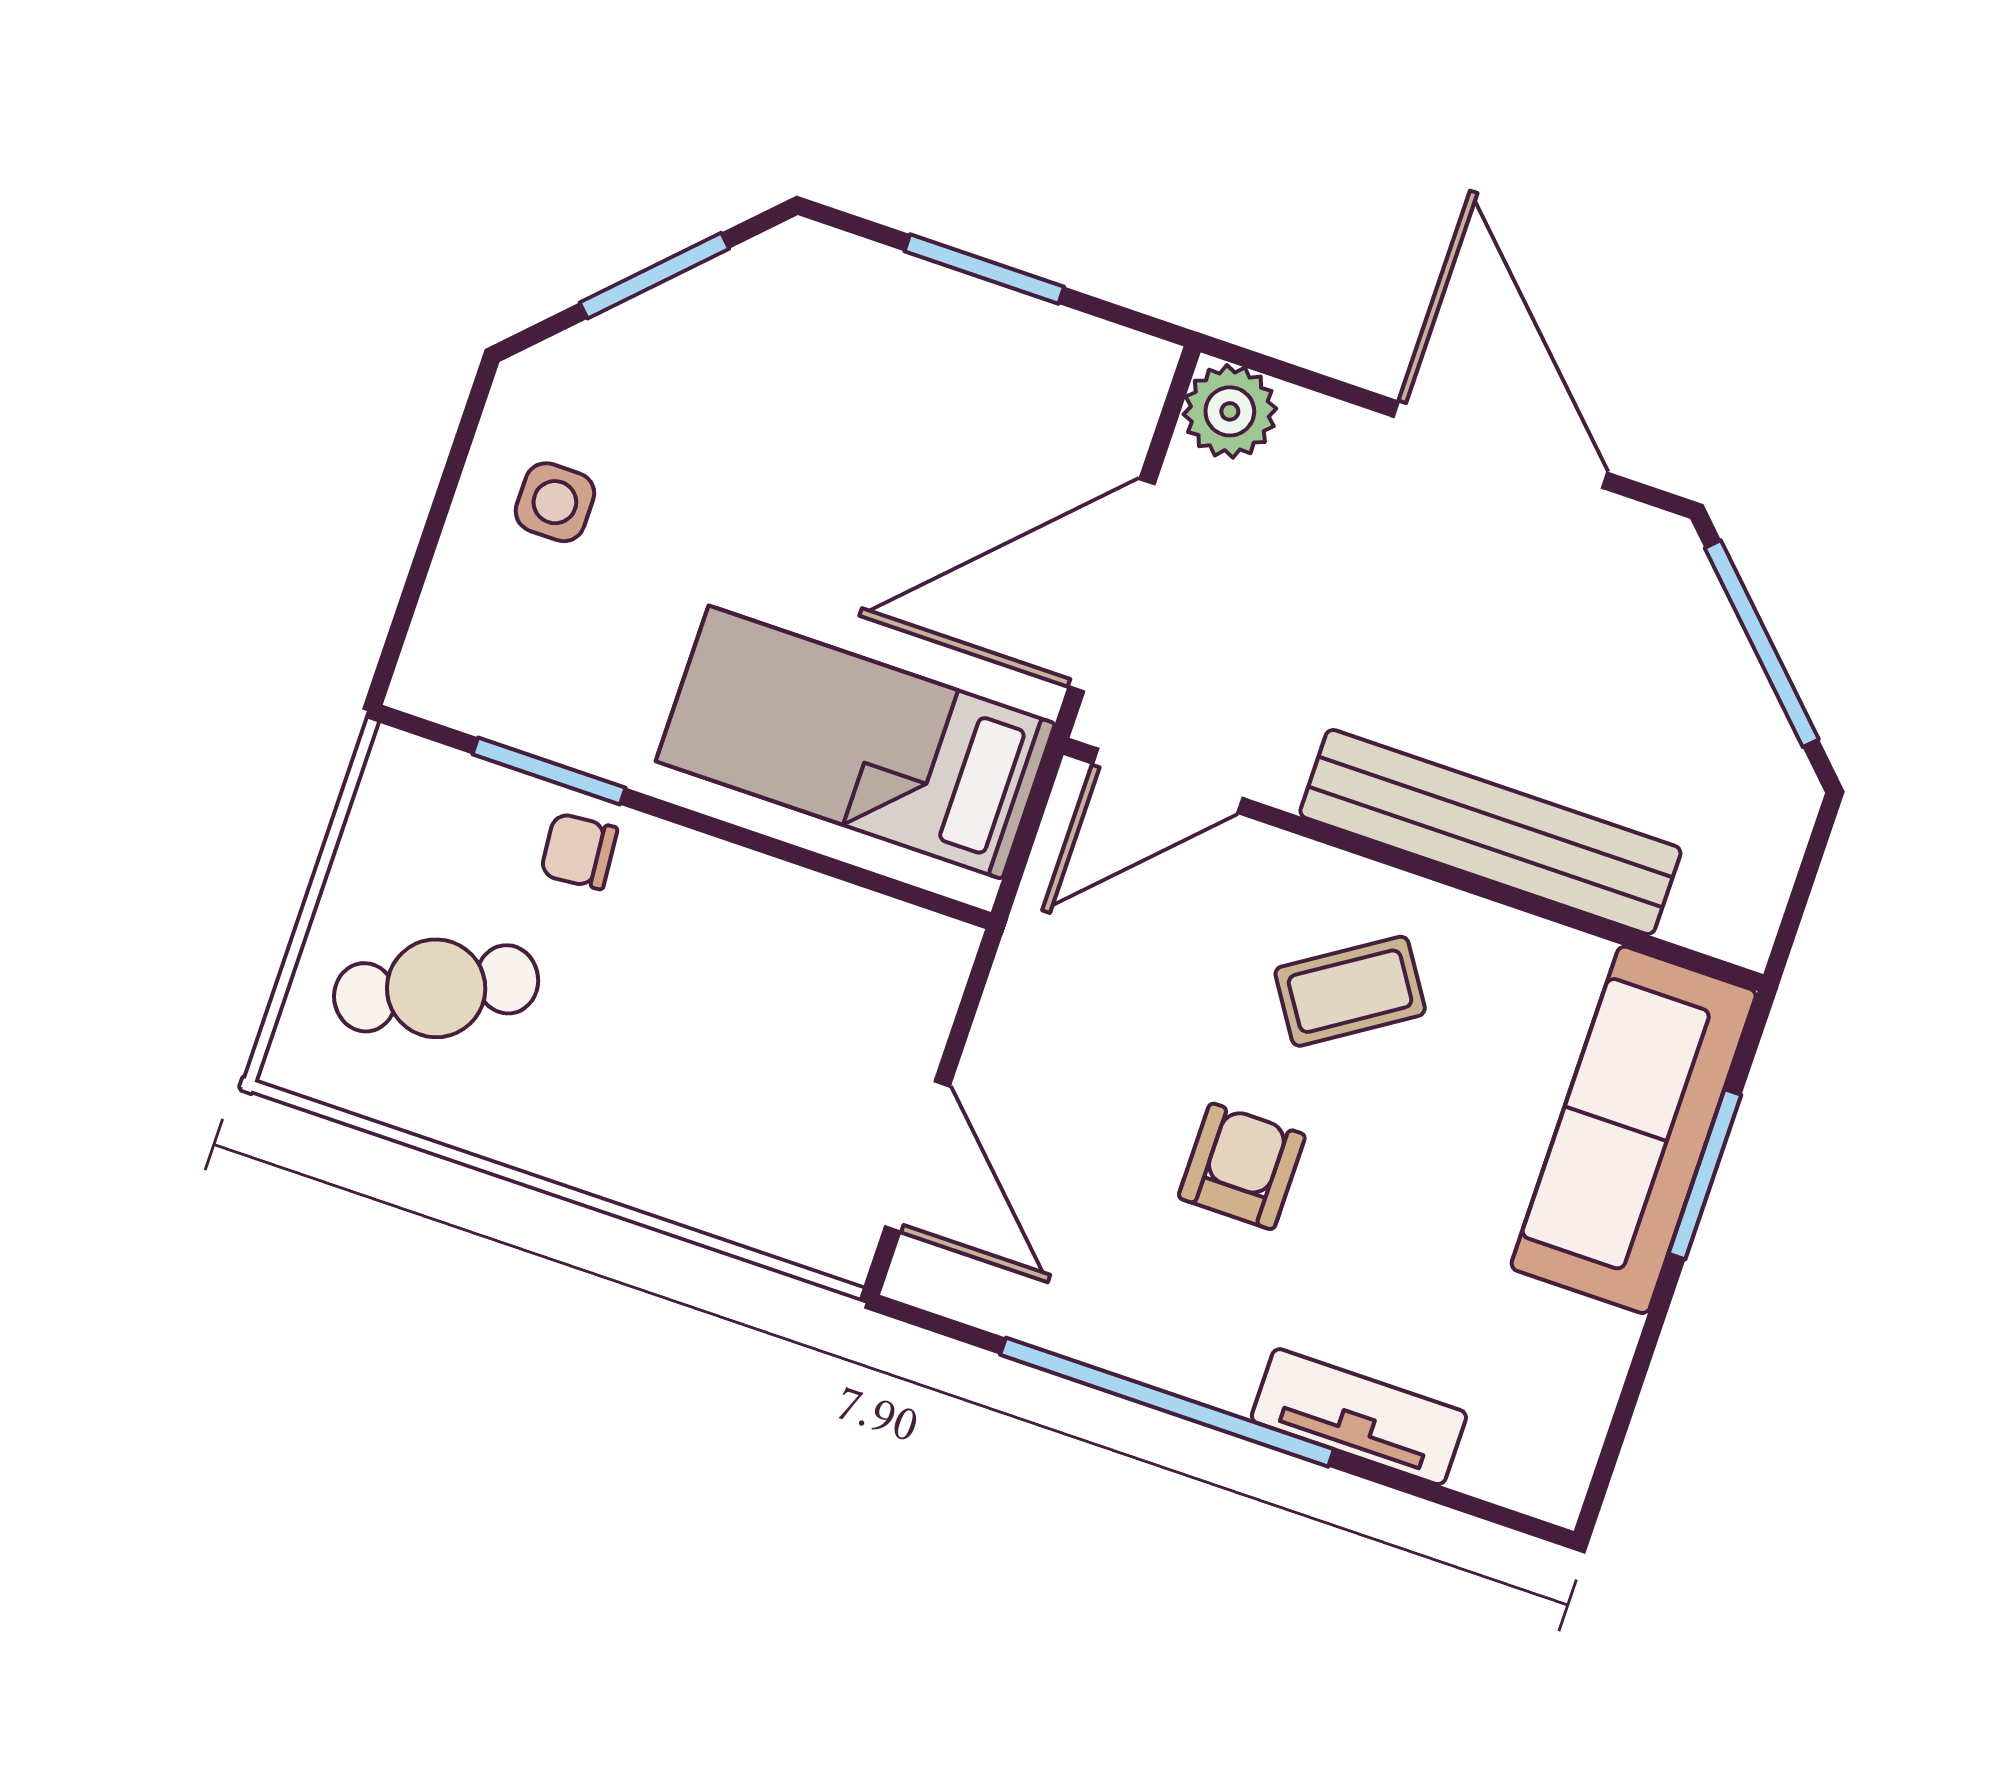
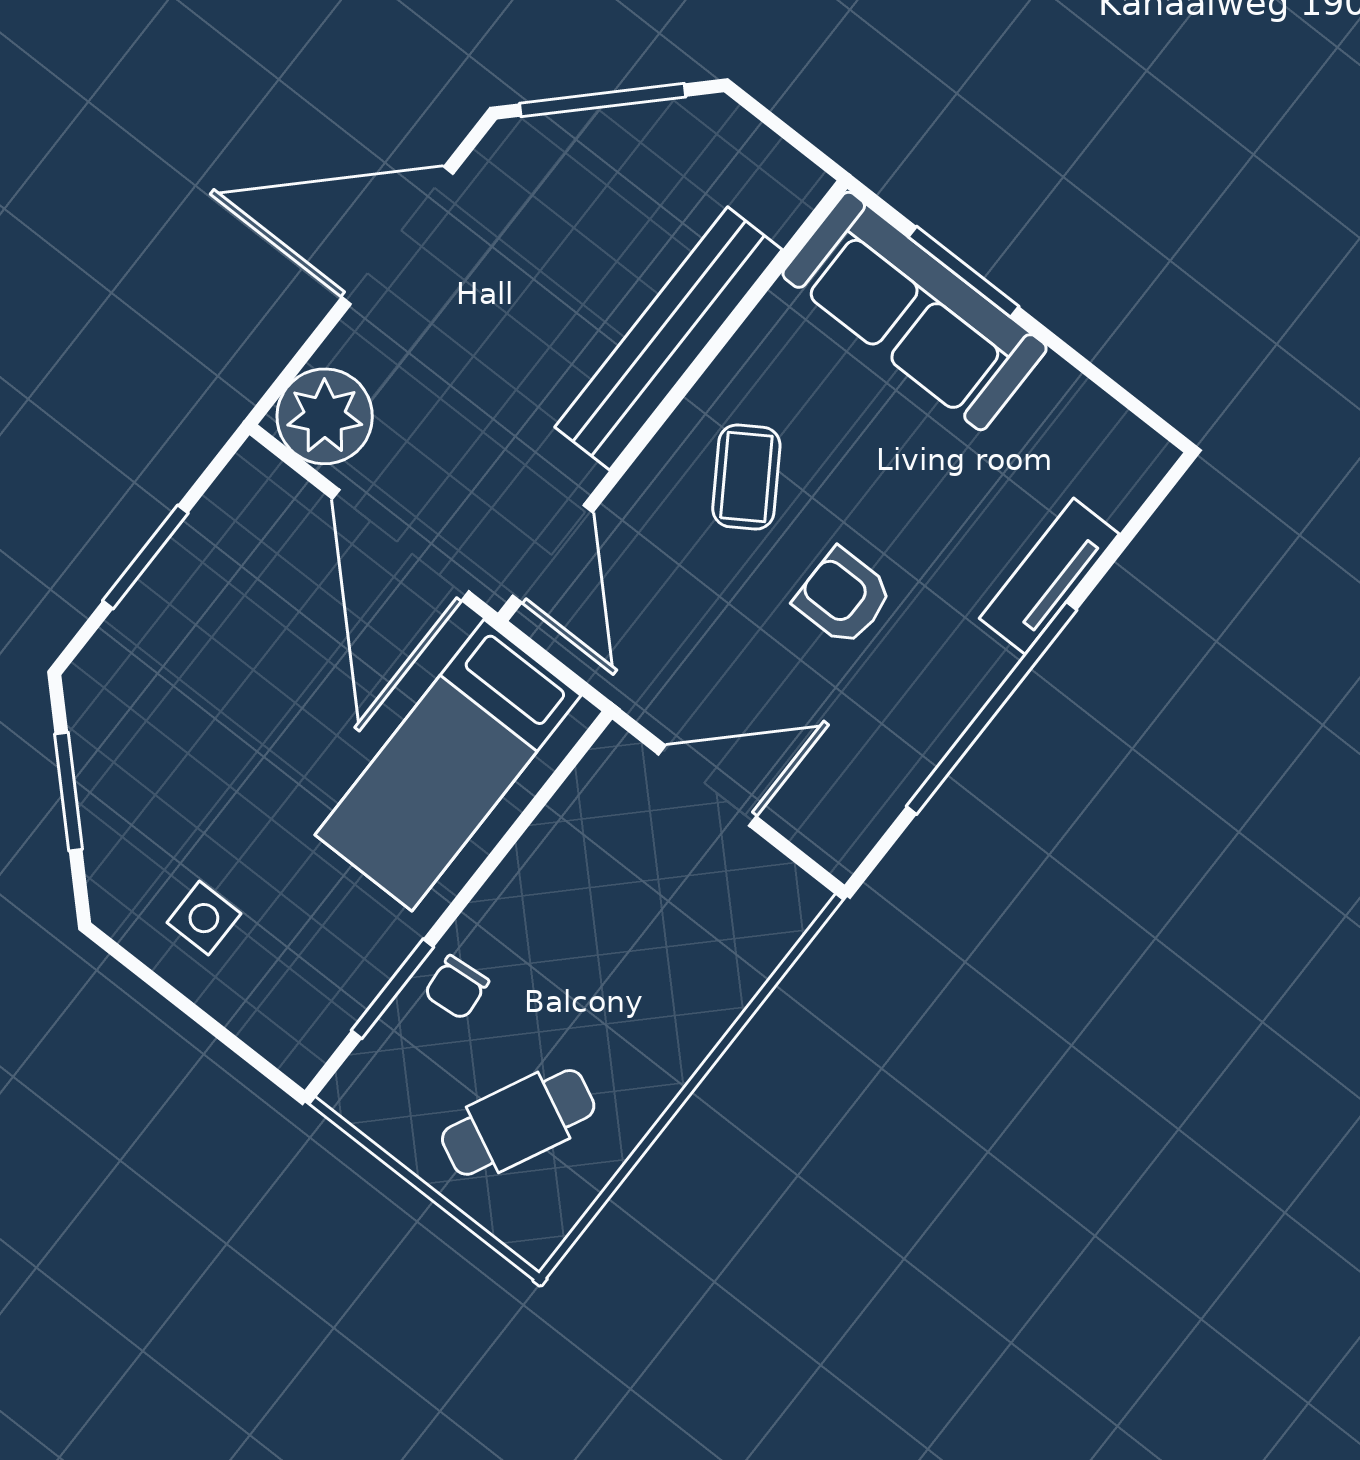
plant: (1230, 411) -> (325, 416), width x1.36, depth x1.36
cafe table: (436, 988) -> (518, 1122), turned 52
door: (917, 1156) -> (707, 786), moved

